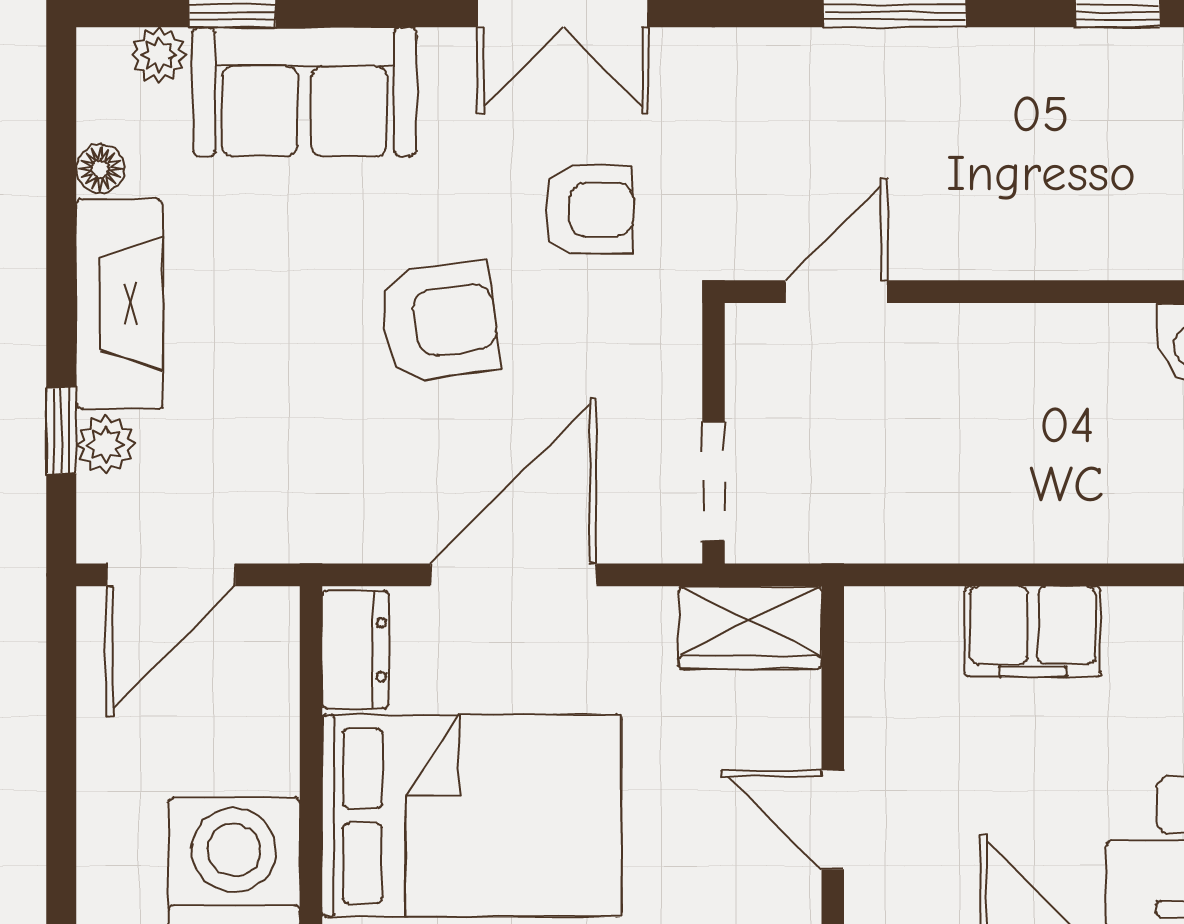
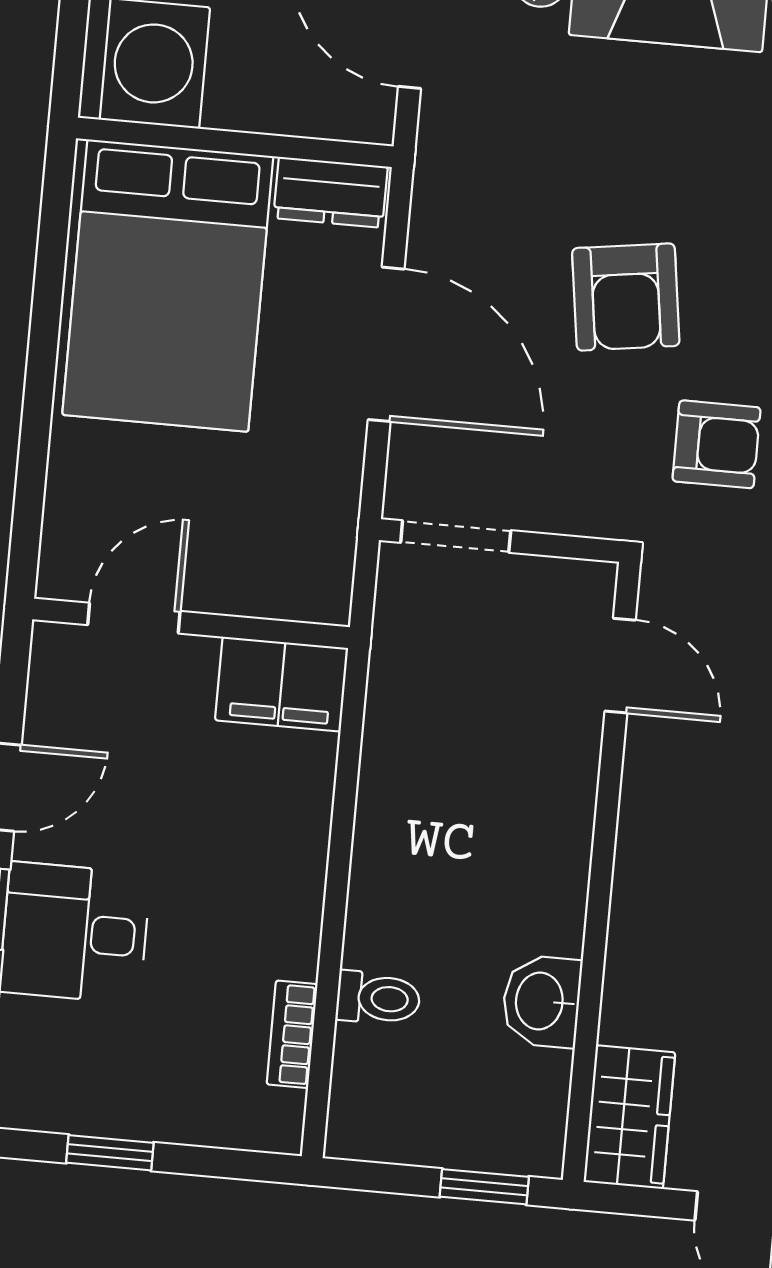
armchair: (589, 210) -> (716, 444), turned -90
wardrobe: (750, 627) -> (318, 558), removed
filing cabinet: (1033, 631) -> (282, 684), moved, turned -90

